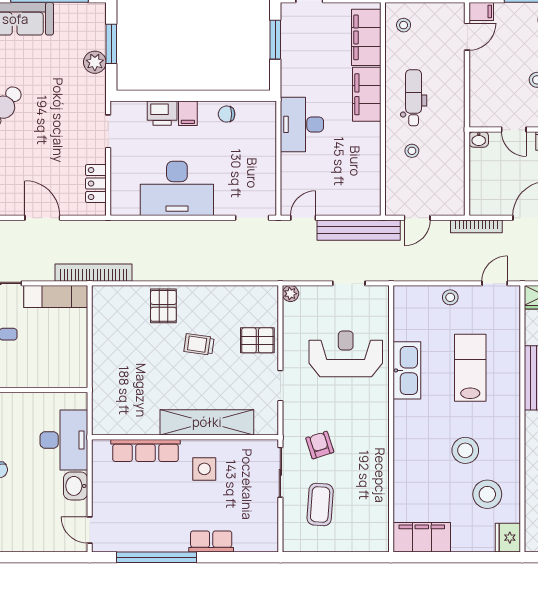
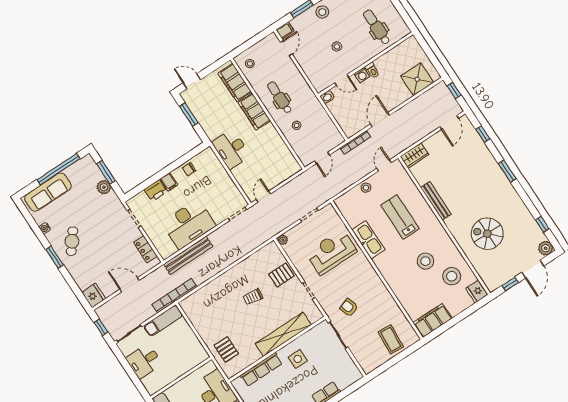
bench: (359, 230) -> (188, 255), moved
pallet: (163, 306) -> (226, 350), moved
coffee table: (320, 505) -> (391, 339), moved

